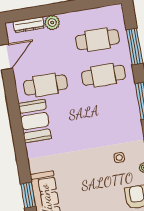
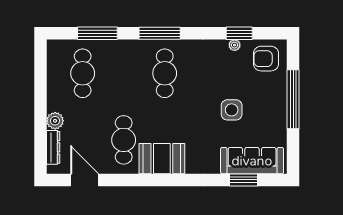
cafe table: (103, 75) -> (165, 73), moved
side table: (119, 158) -> (232, 110), moved, width x1.87, depth x1.87

